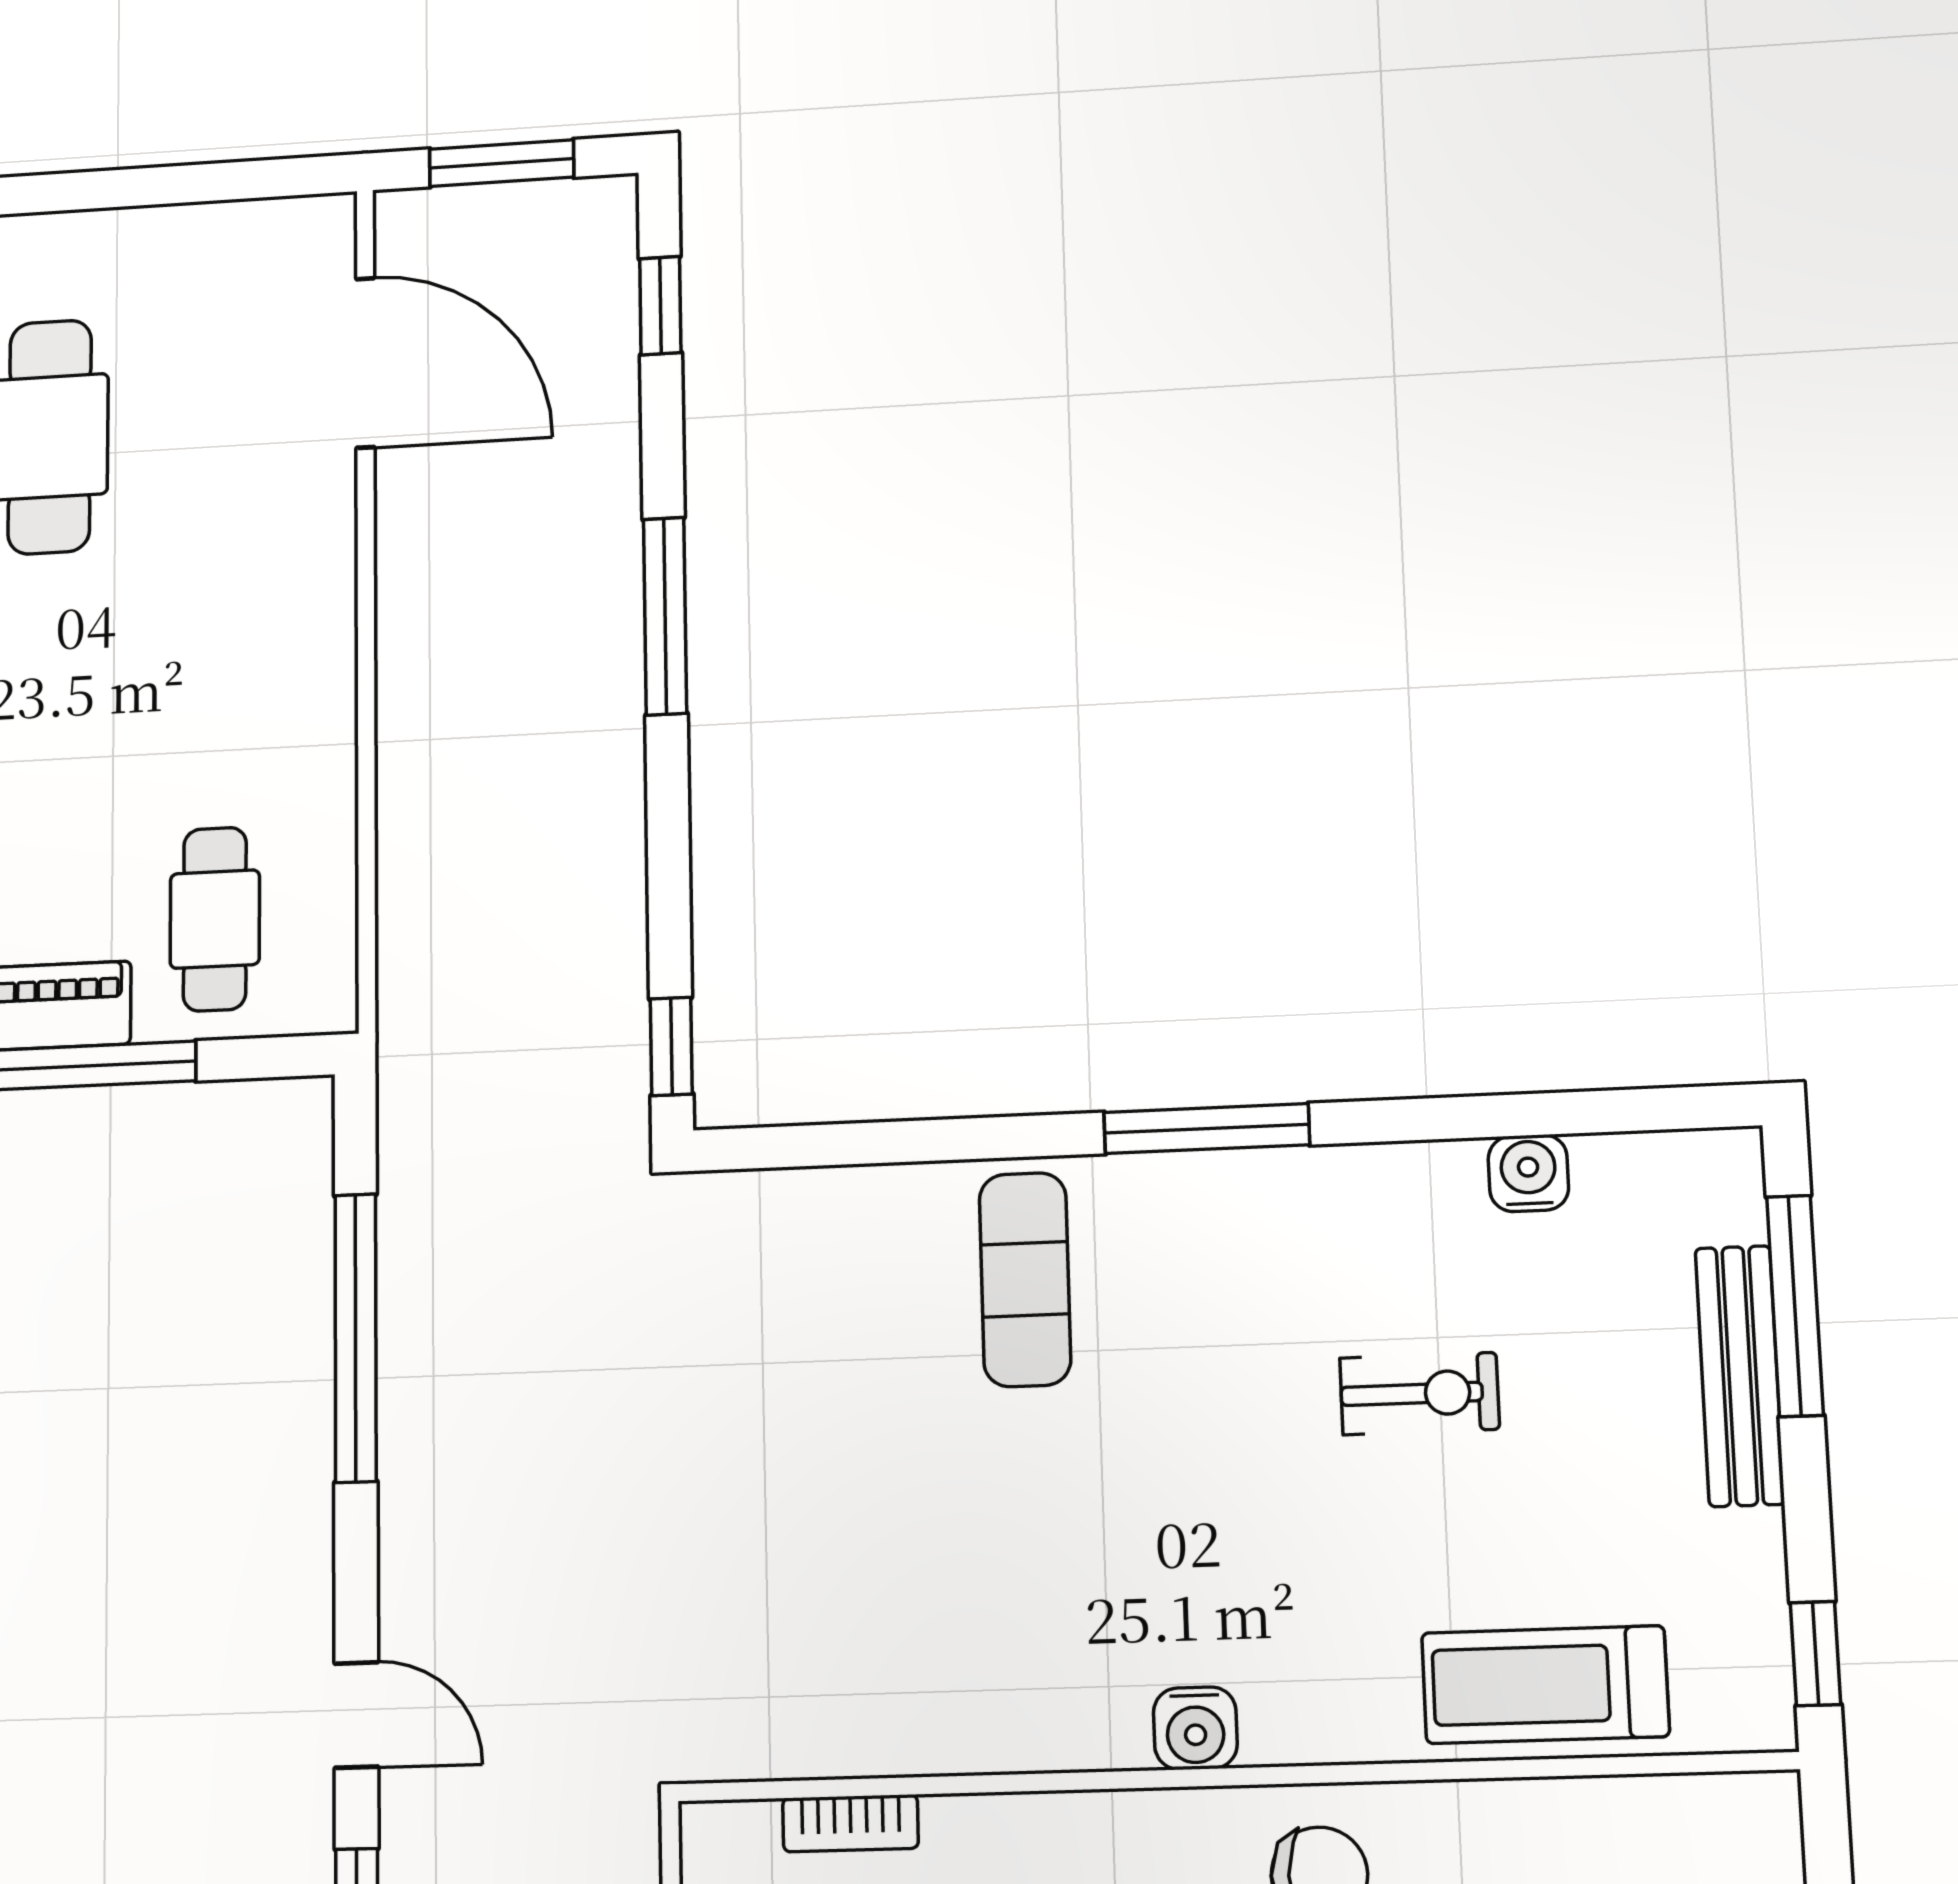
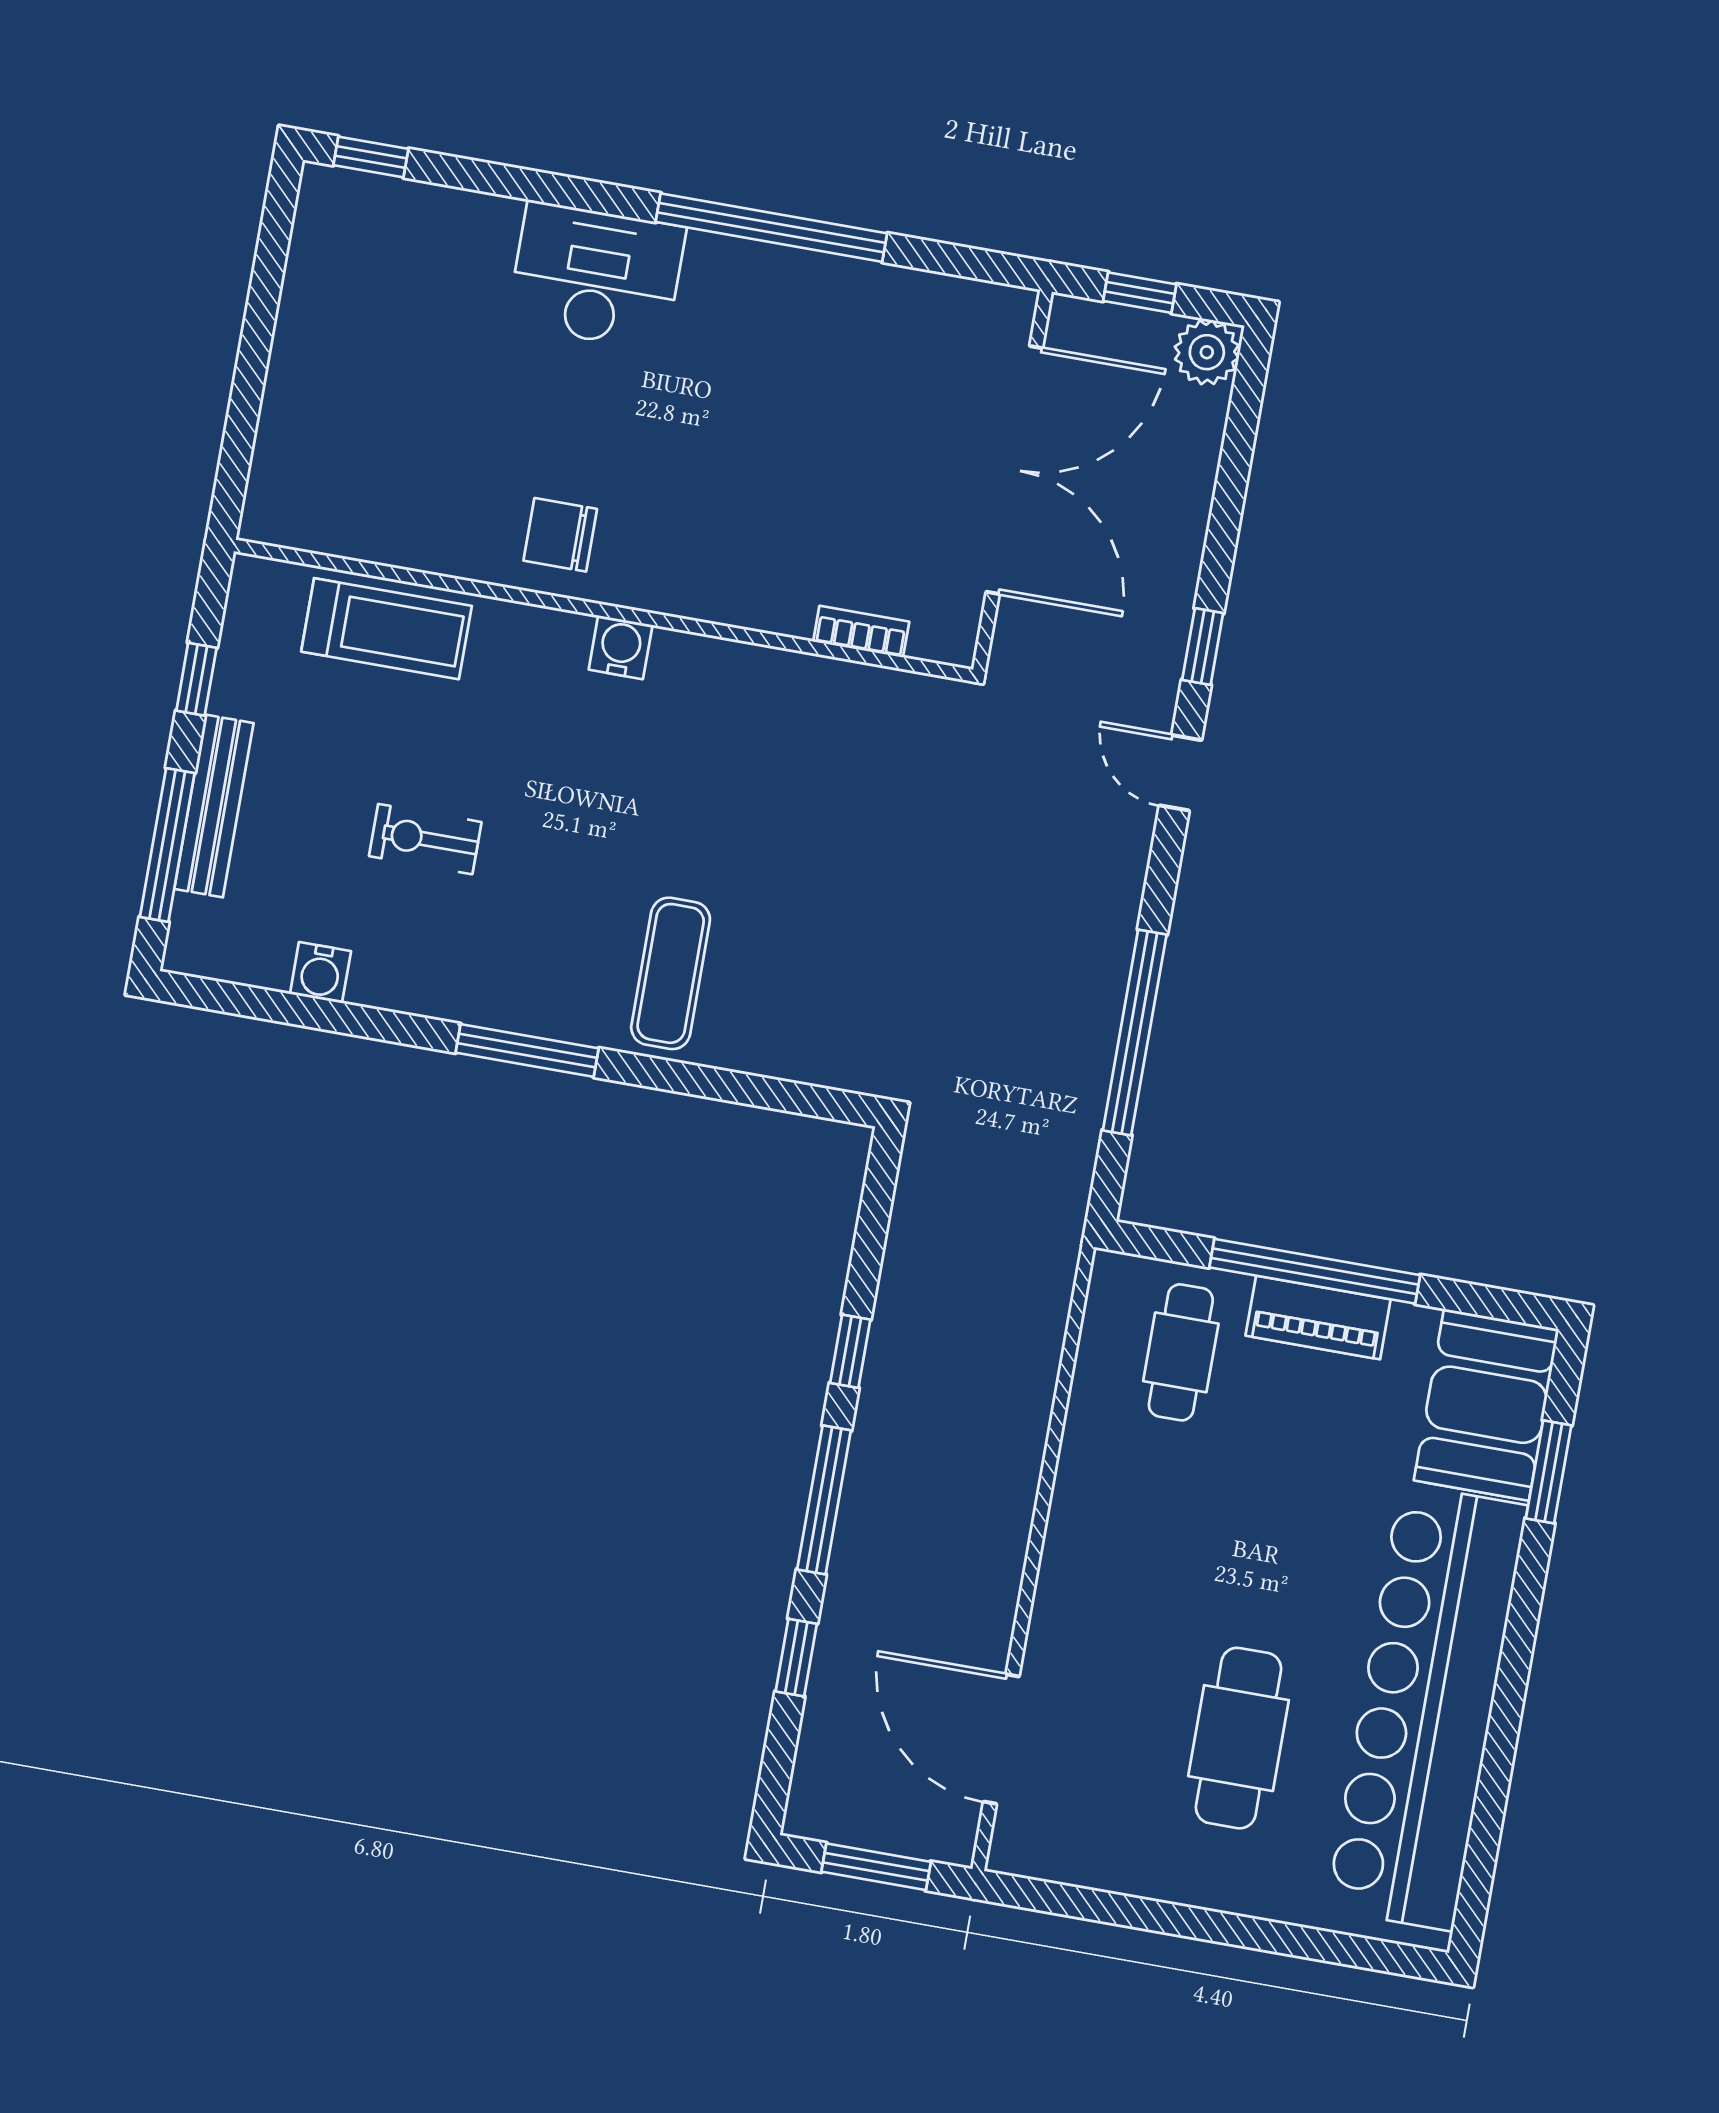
window: (660, 306) -> (796, 1658), moved
window: (671, 1046) -> (850, 1351), moved
window: (1816, 1654) -> (196, 679), moved

